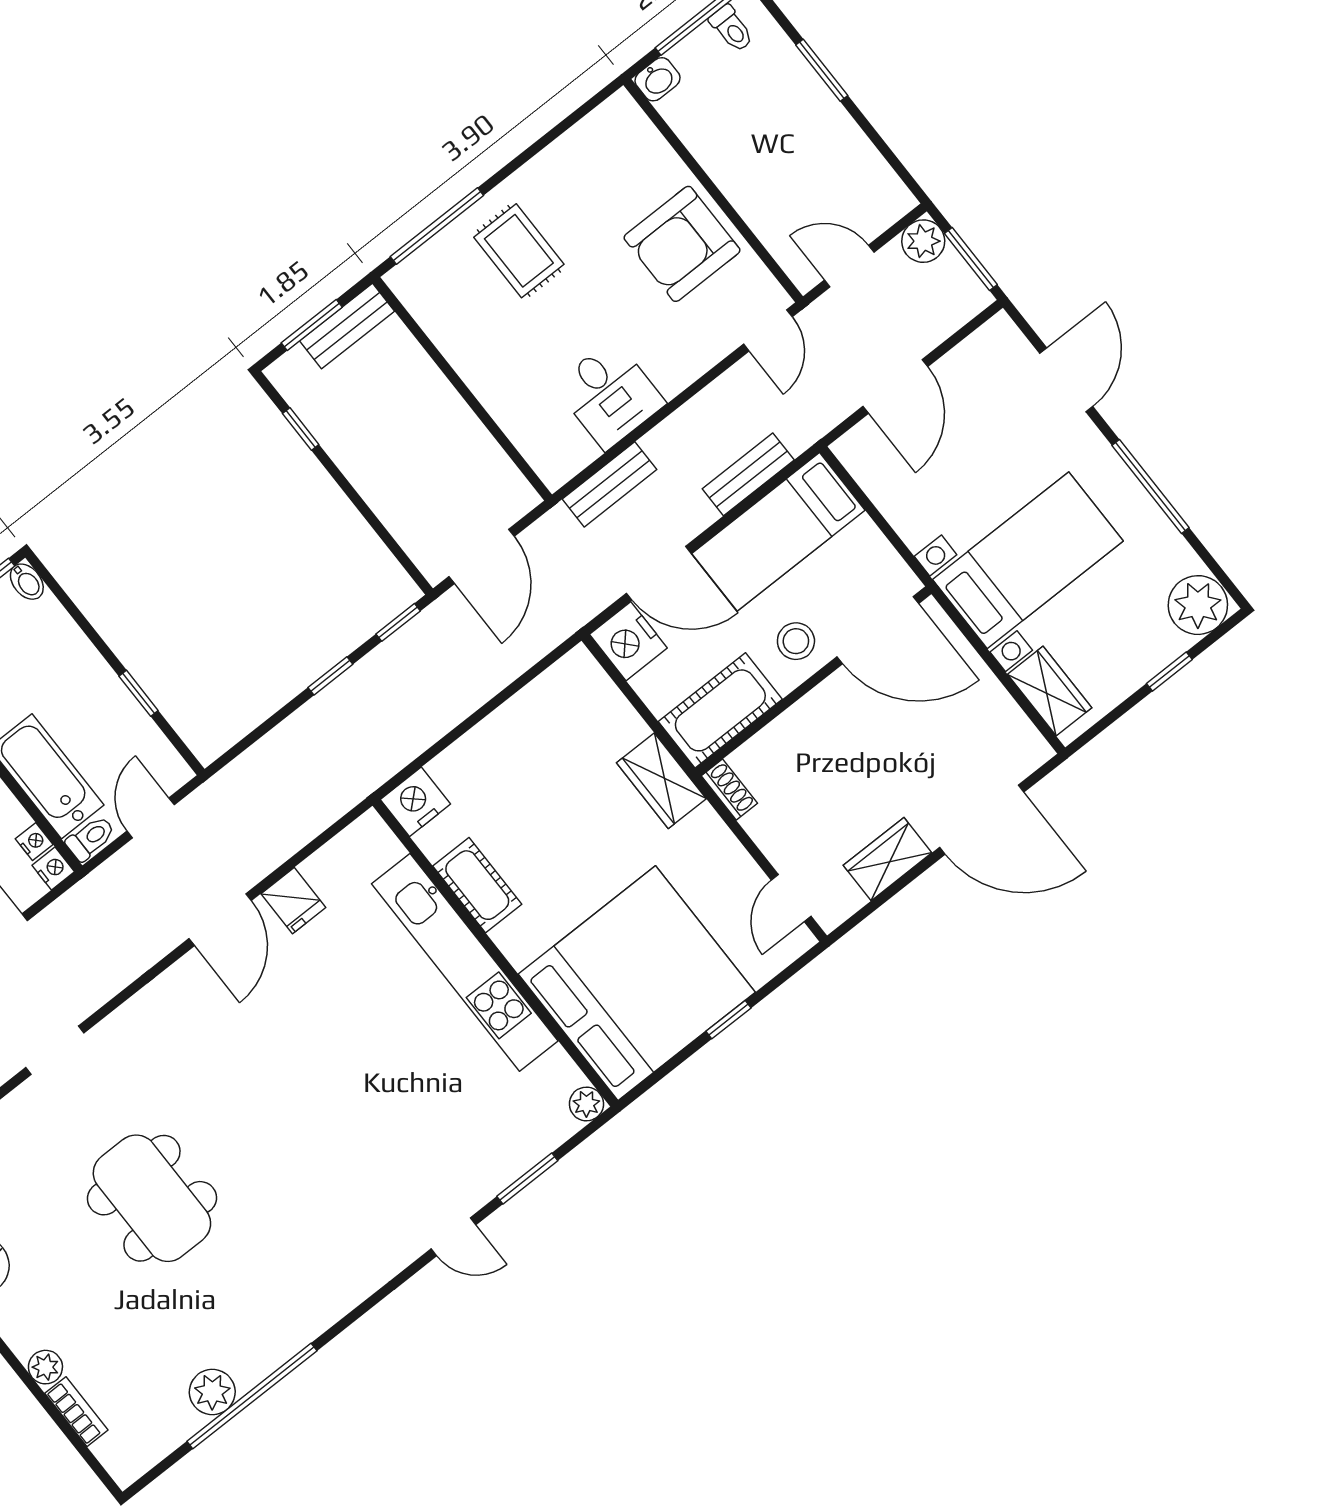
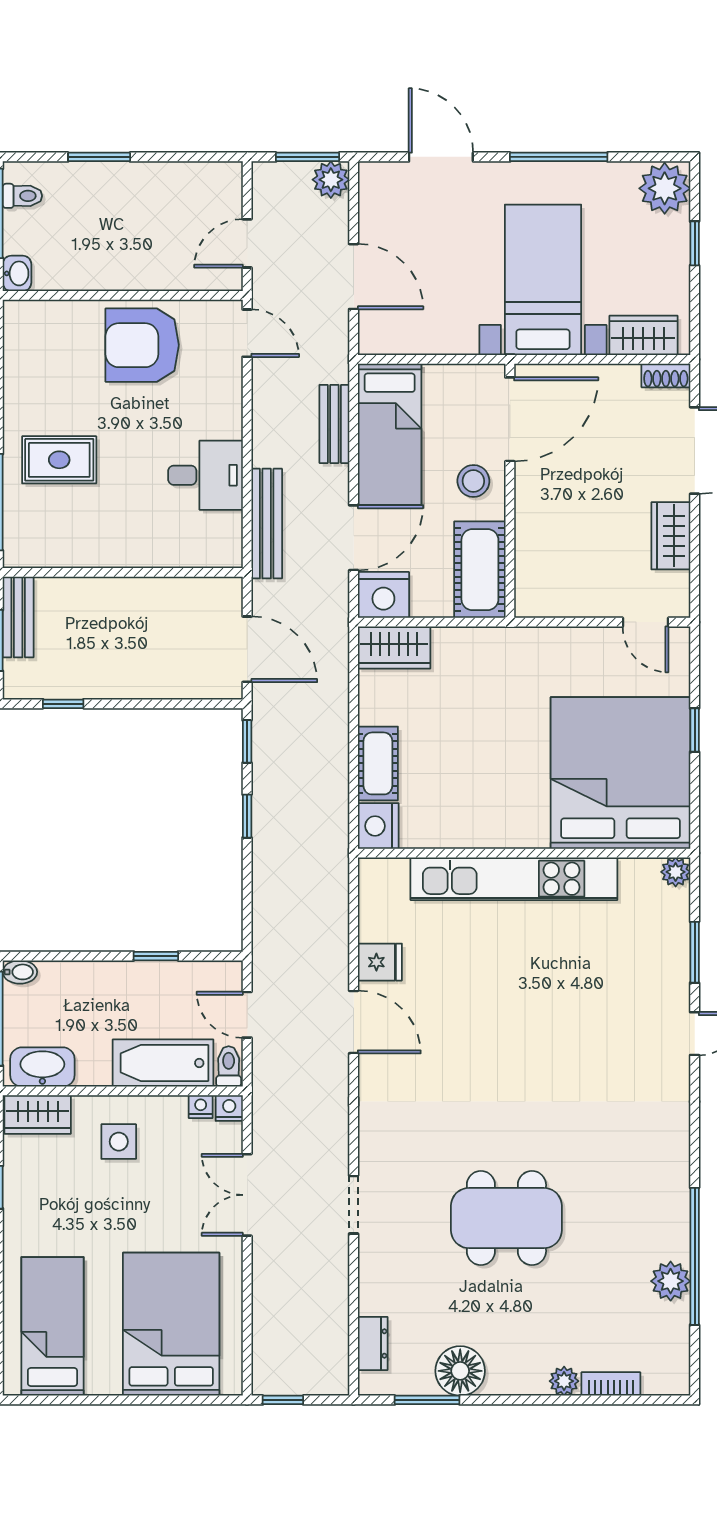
plant: (923, 241) -> (331, 180), moved
armchair: (682, 244) -> (142, 345), turned 90
bench: (609, 484) -> (267, 524), width x1.36
wardrobe: (661, 781) -> (394, 647), moved
shoe rack: (729, 790) -> (666, 375), moved, turned 180
cot: (477, 885) -> (378, 763), moved, turned 90

